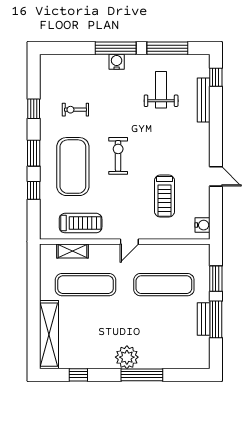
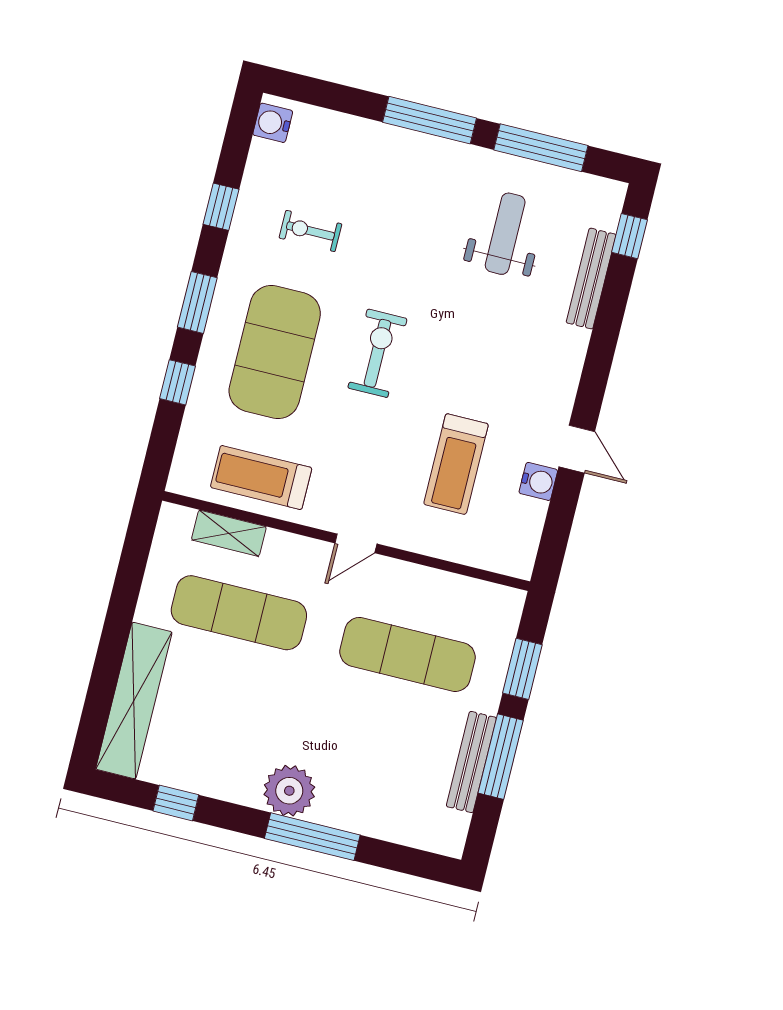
water cooler: (117, 62) -> (273, 123), moved, turned -90
treadmill: (81, 223) -> (261, 478), turned 180
water cooler: (202, 225) -> (538, 481), moved
bench: (204, 319) -> (471, 762), width x1.36

